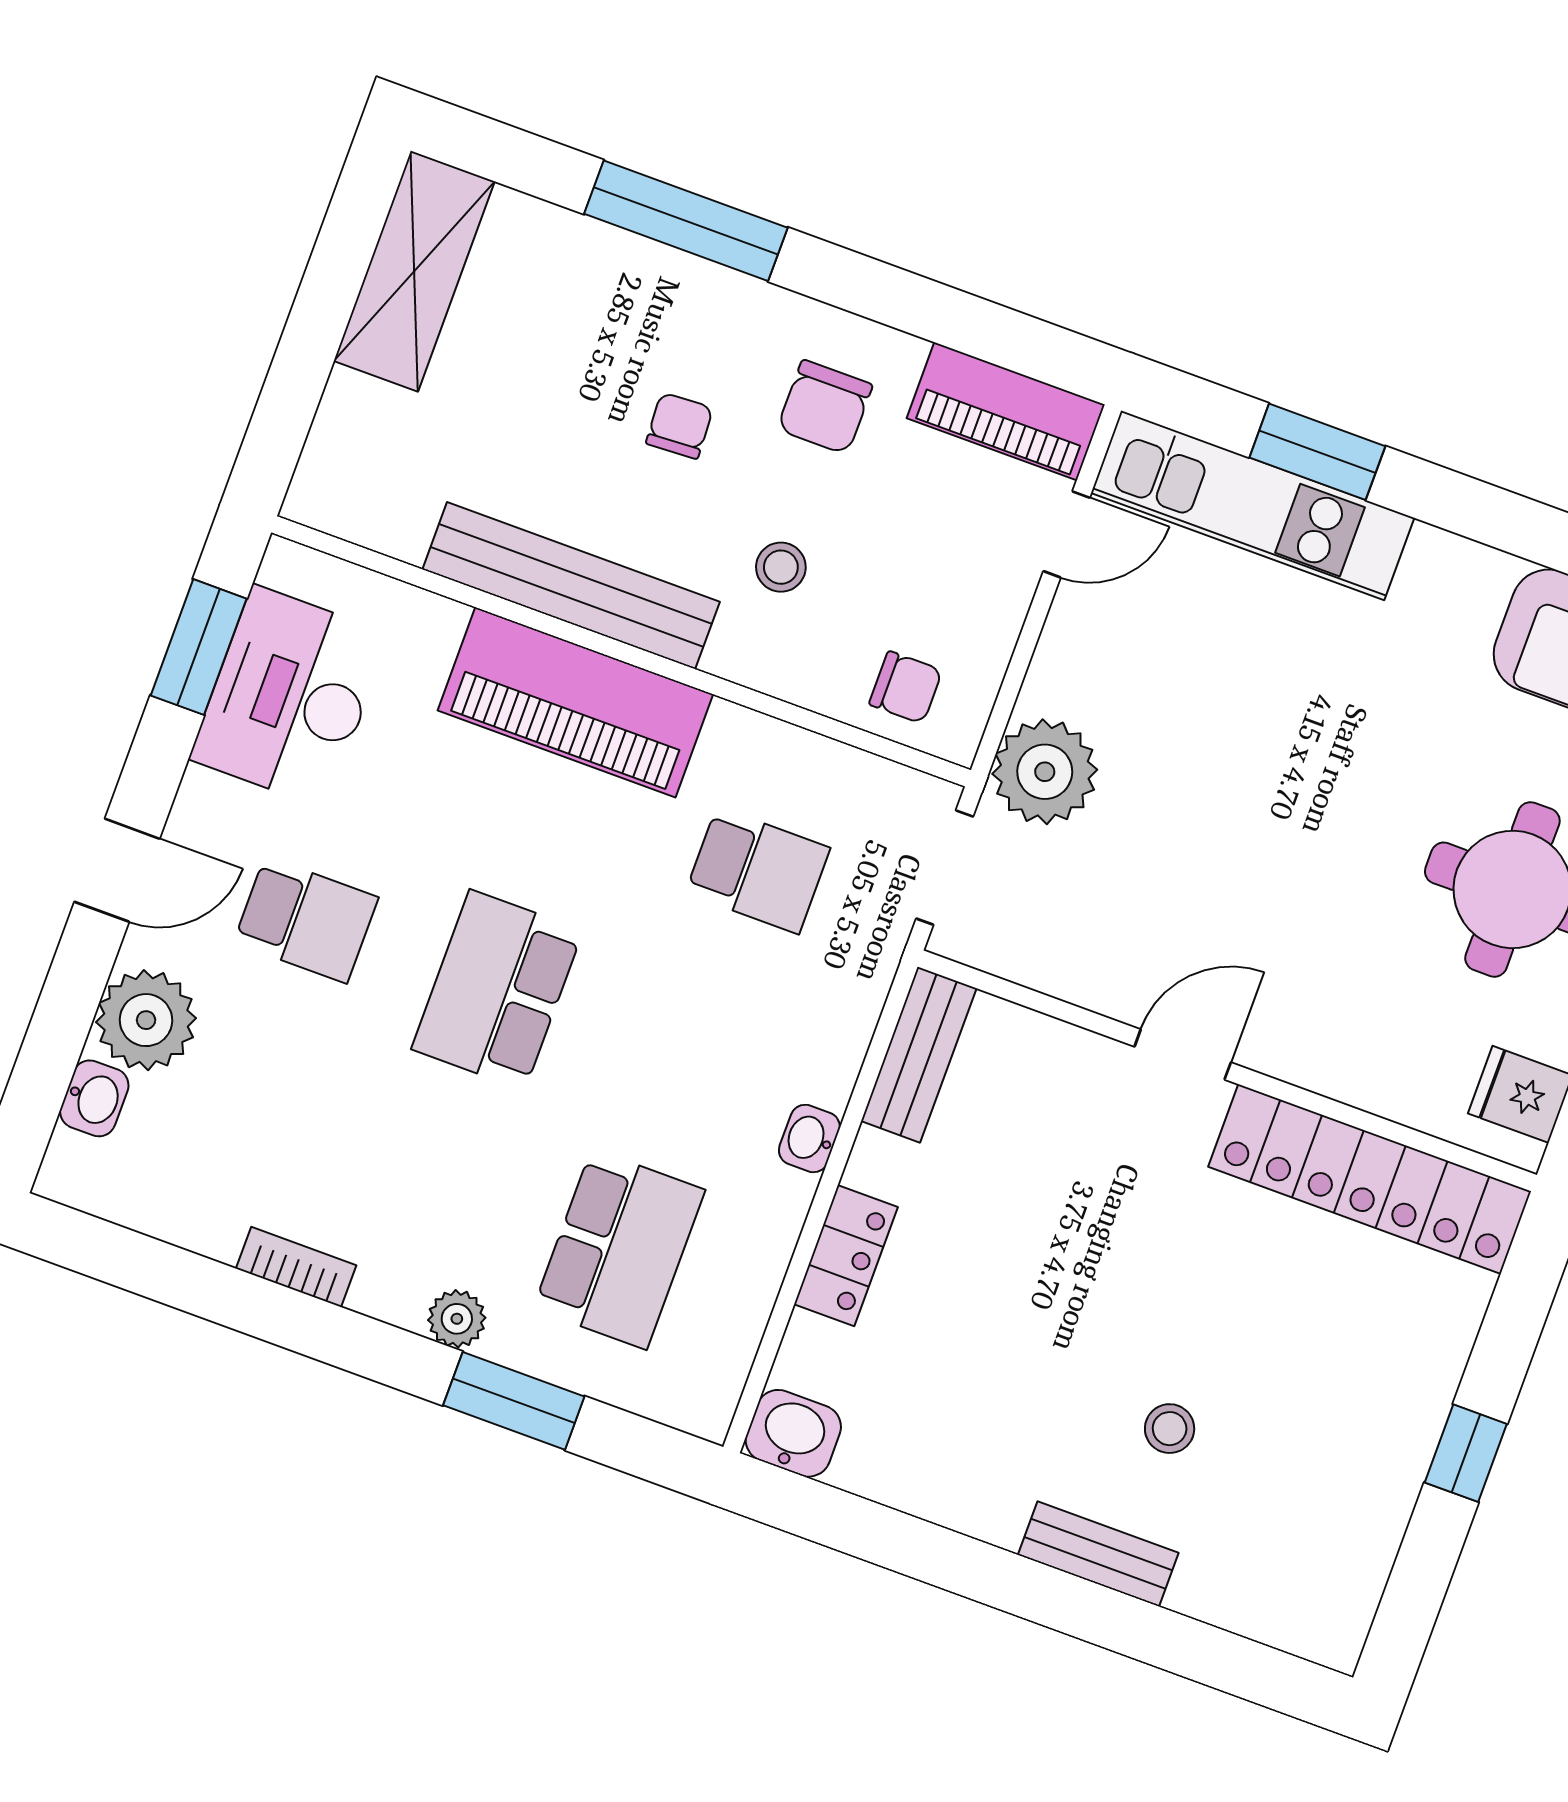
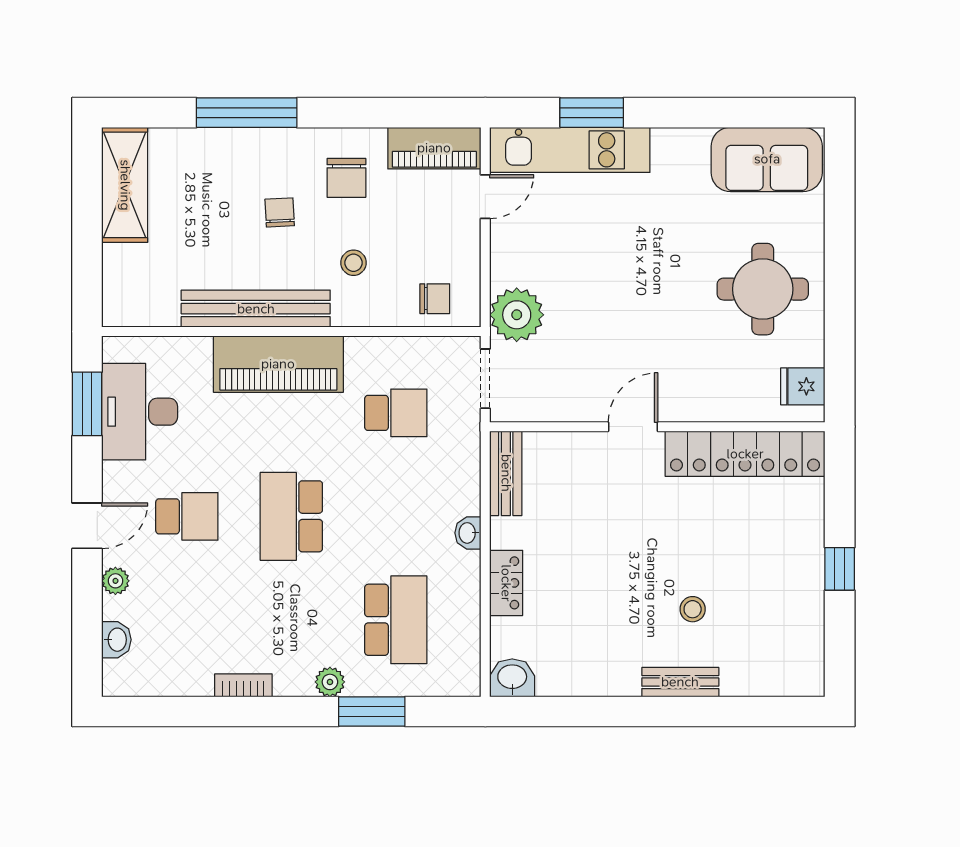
plant: (146, 1020) -> (115, 581), width x0.53, depth x0.53

